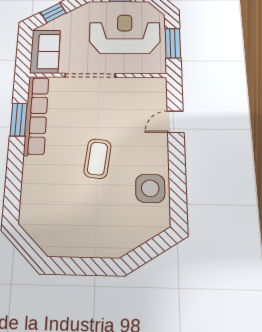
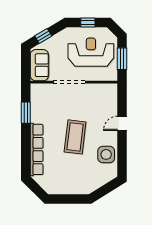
row of seats: (36, 115) -> (37, 149), moved
door: (175, 122) -> (122, 123), moved
coffee table: (97, 159) -> (75, 137), width x1.36, depth x1.32

